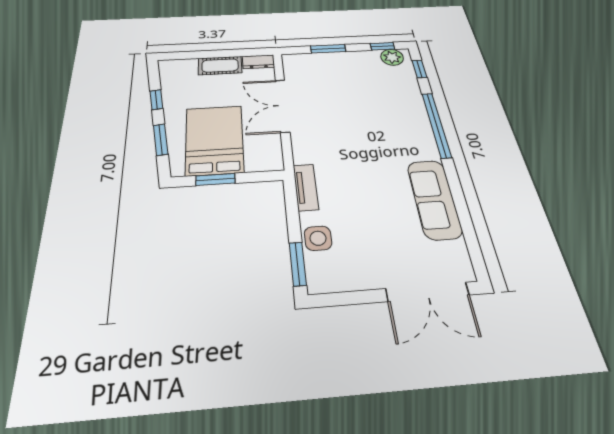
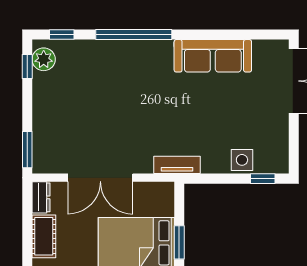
window: (328, 49) -> (27, 150), moved
tv unit: (306, 187) -> (177, 165), moved
window: (298, 264) -> (263, 179), width x0.67

